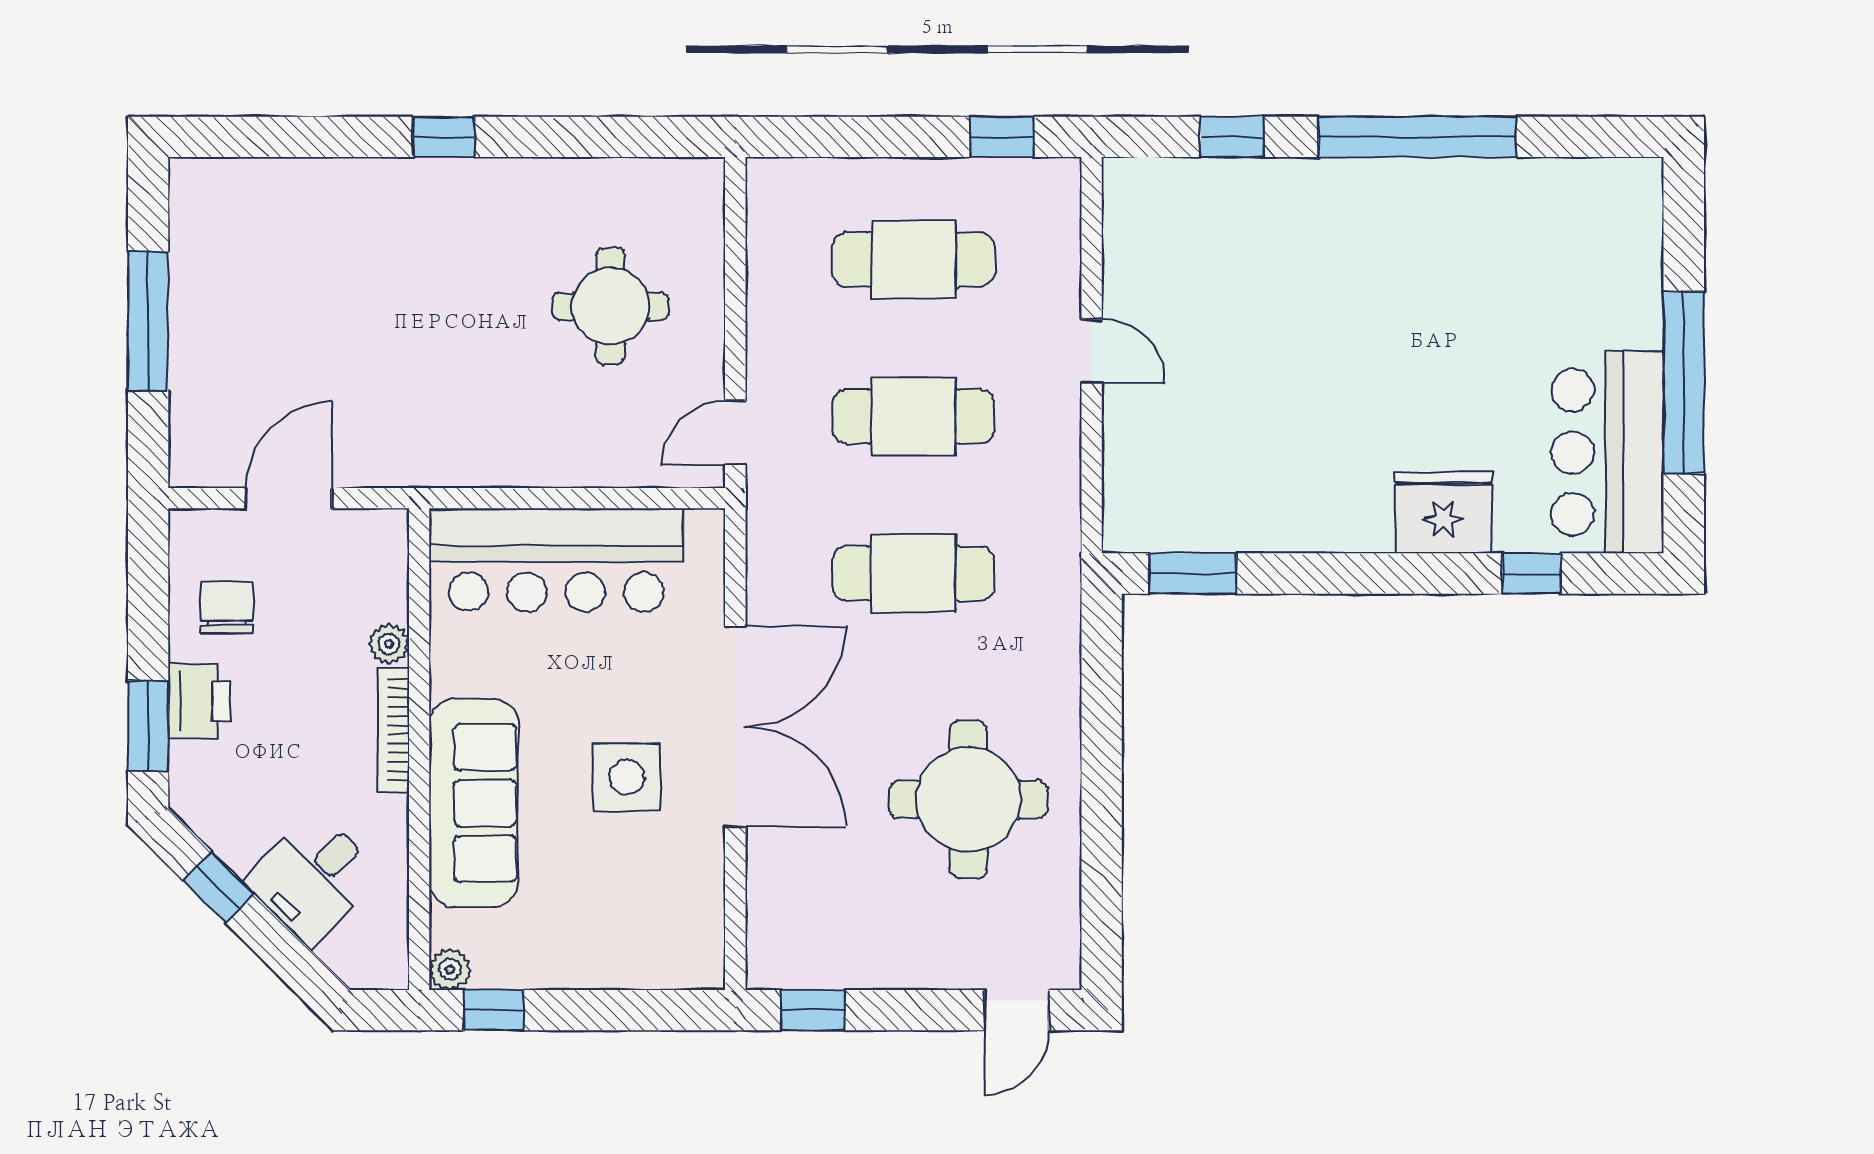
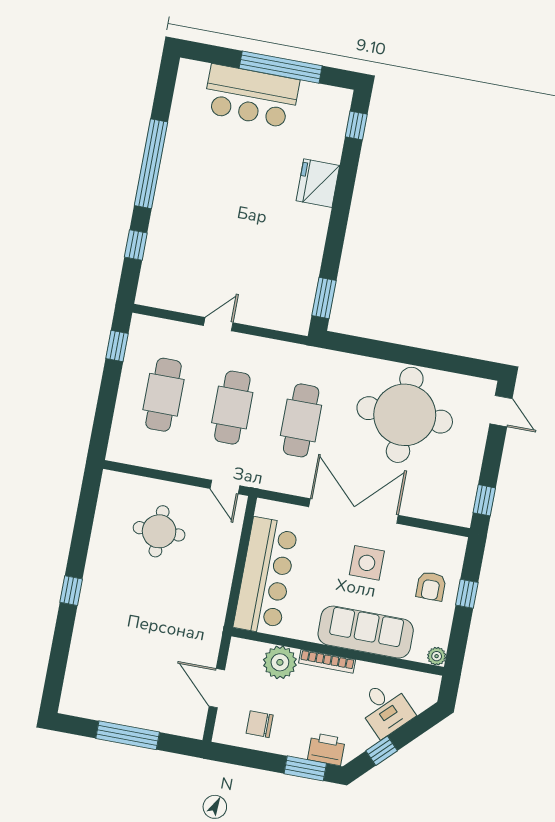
bar counter: (1608, 452) -> (251, 96), moved
window: (1532, 573) -> (356, 126), moved
plant: (389, 644) -> (280, 662), width x1.88, depth x1.88
printer: (199, 701) -> (326, 749), moved
round table: (968, 799) -> (405, 415), width x1.36, depth x1.36
armchair: (602, 928) -> (431, 586), added
window: (494, 1010) -> (467, 594), moved

